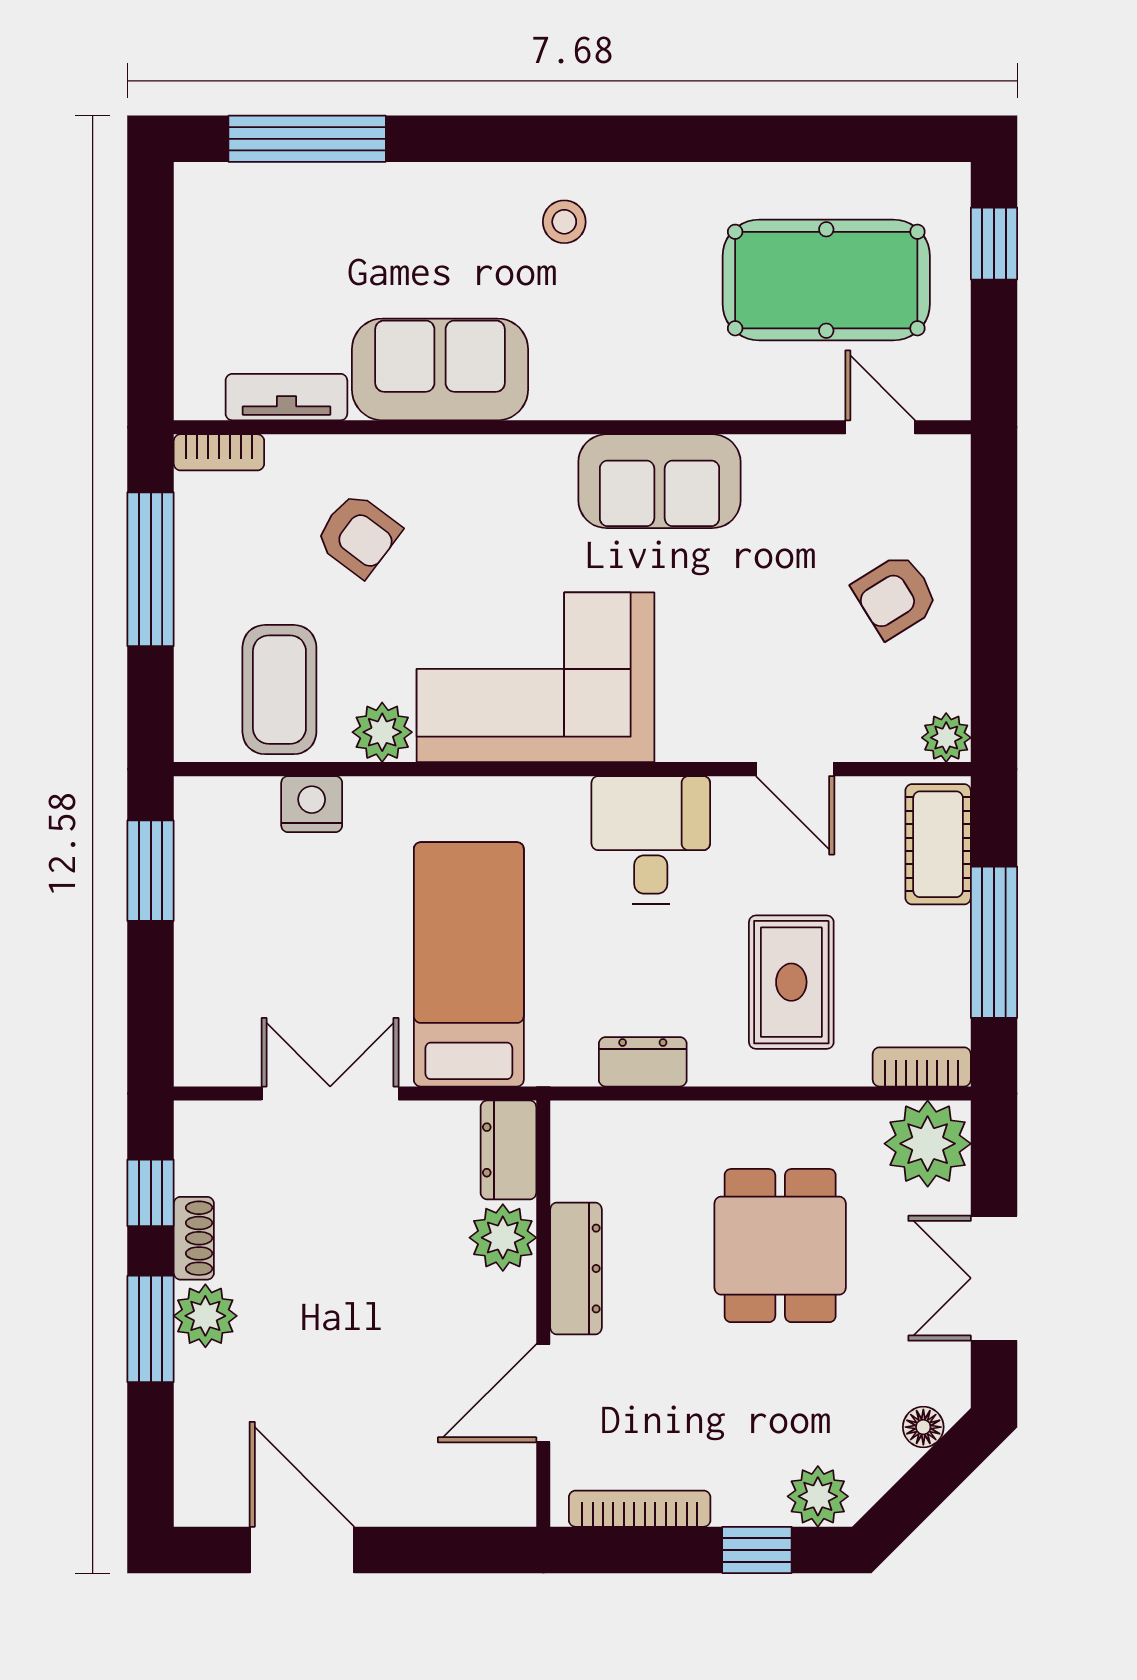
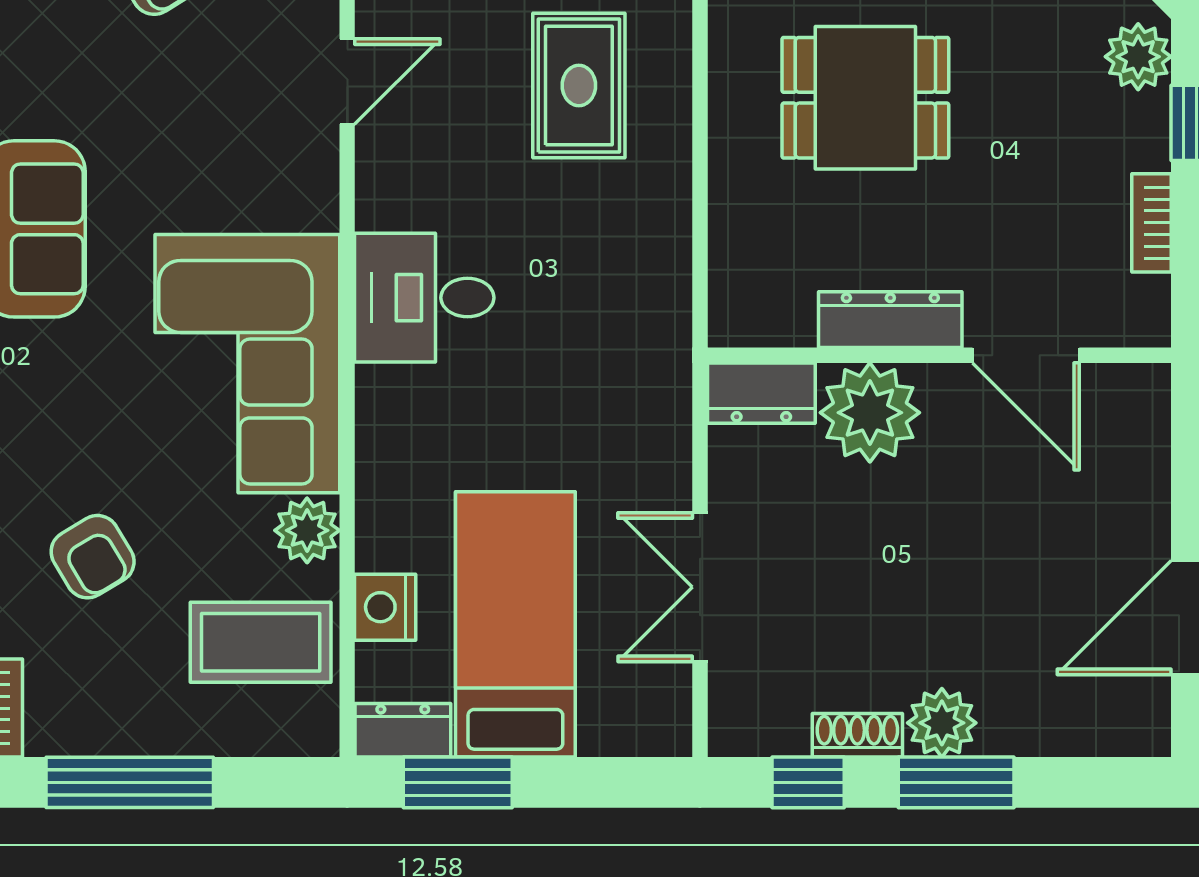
armchair: (358, 535) -> (93, 557), turned 112
desk: (651, 840) -> (424, 298), moved
bed: (469, 964) -> (515, 624), moved, turned 90
rug: (791, 982) -> (579, 86), turned 90
dresser: (643, 1062) -> (403, 730), moved, turned 90
plant: (503, 1238) -> (870, 413), width x1.36, depth x1.36
bookcase: (640, 1509) -> (1151, 223), width x0.64

